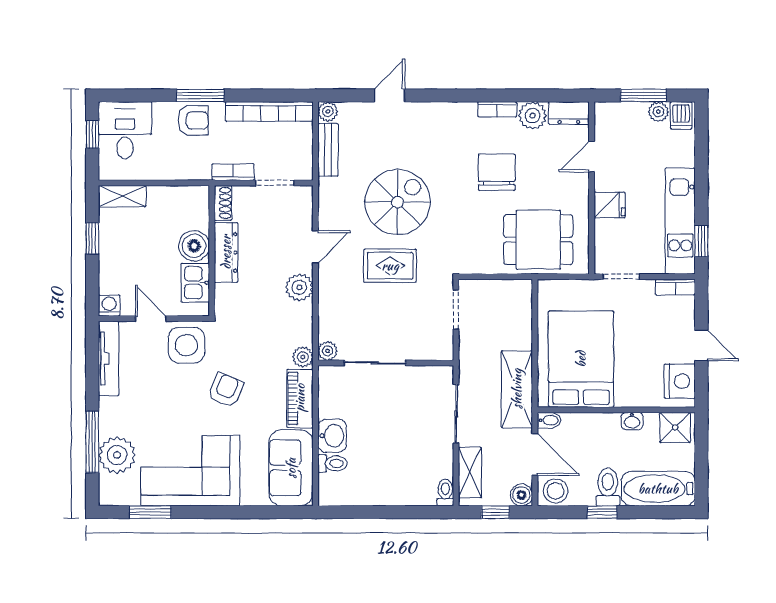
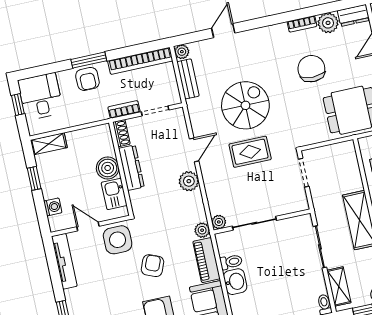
armchair: (193, 120) -> (87, 79), turned 90
washing machine: (109, 305) -> (53, 207), moved, turned 90
toilet: (332, 463) -> (231, 262), moved

